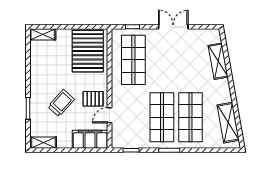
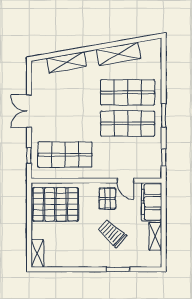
shelving: (228, 123) -> (119, 54), moved
shelving: (44, 143) -> (155, 236), moved

